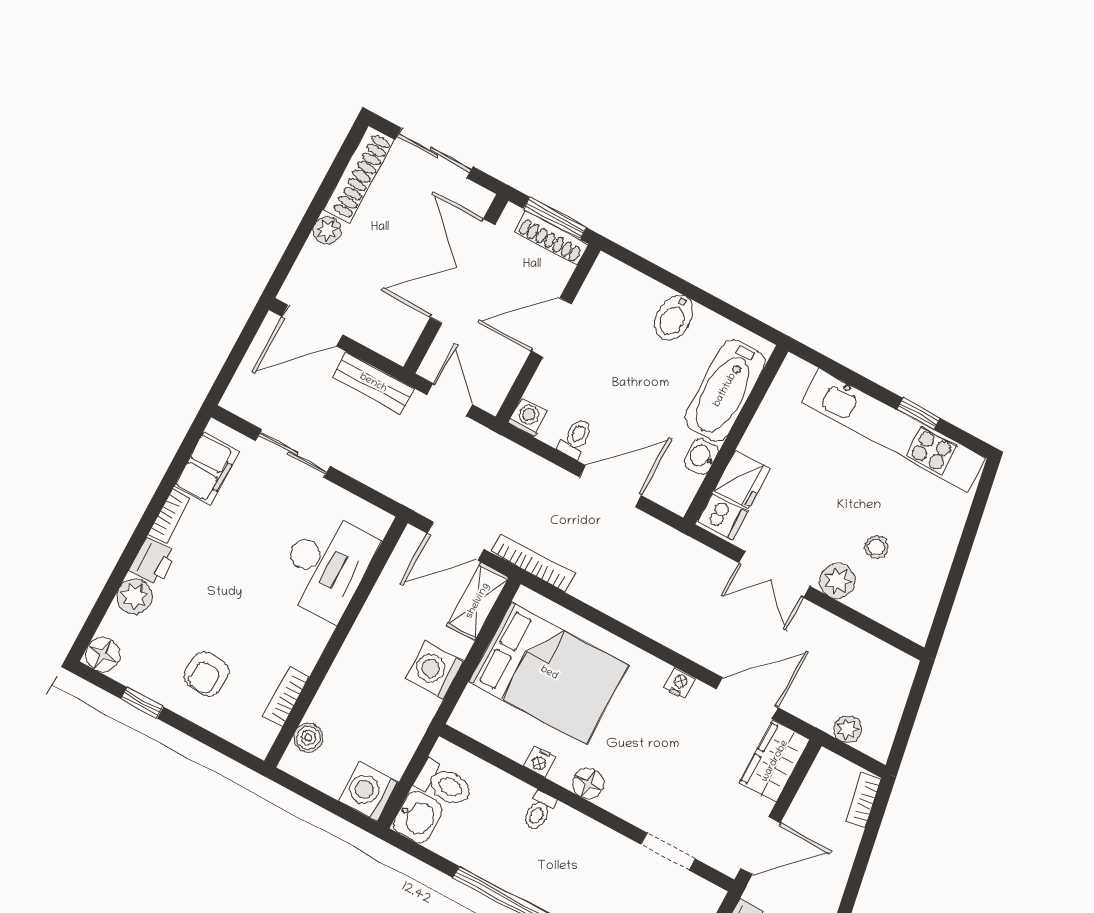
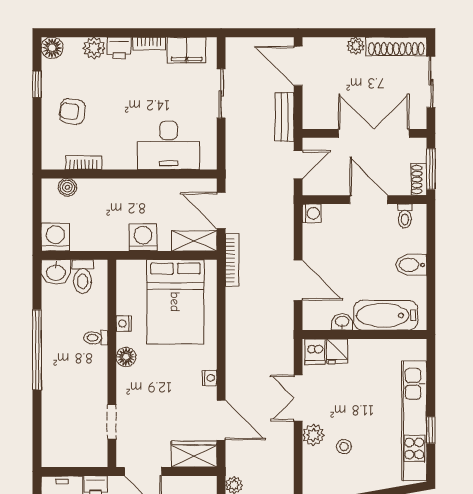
shoe rack: (551, 238) -> (419, 180), width x0.70
toilet: (576, 438) -> (405, 216), moved, turned 90
fridge: (742, 480) -> (337, 351), width x0.72

